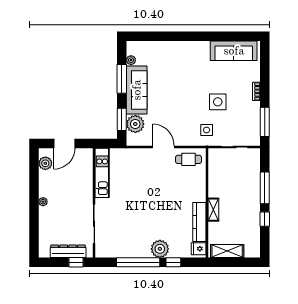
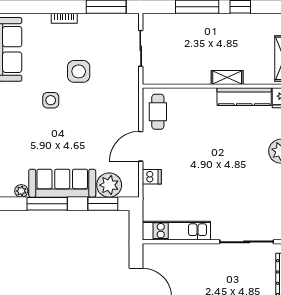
side table: (207, 130) -> (51, 100), moved
dishwasher: (141, 155) -> (152, 177), added

